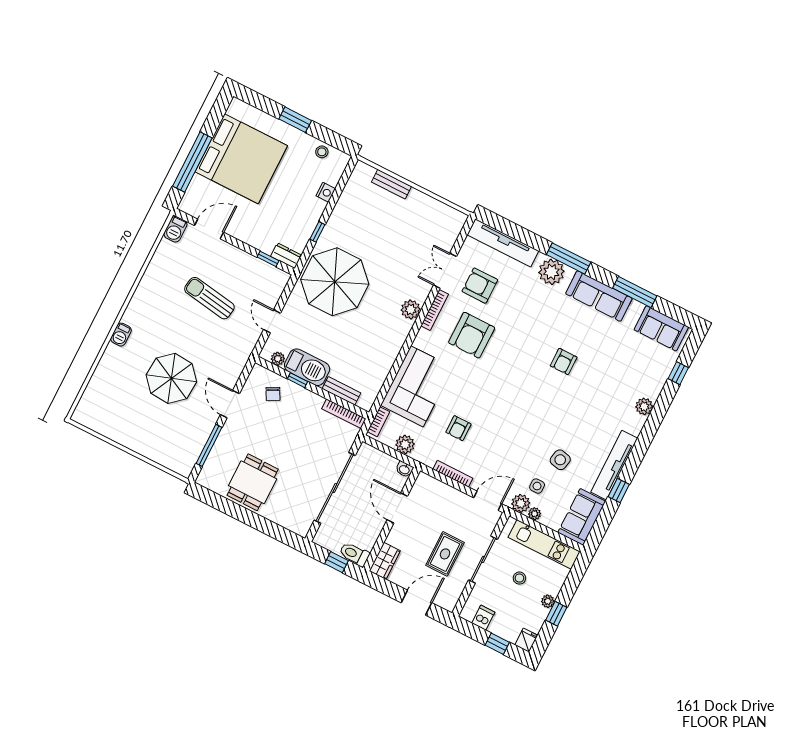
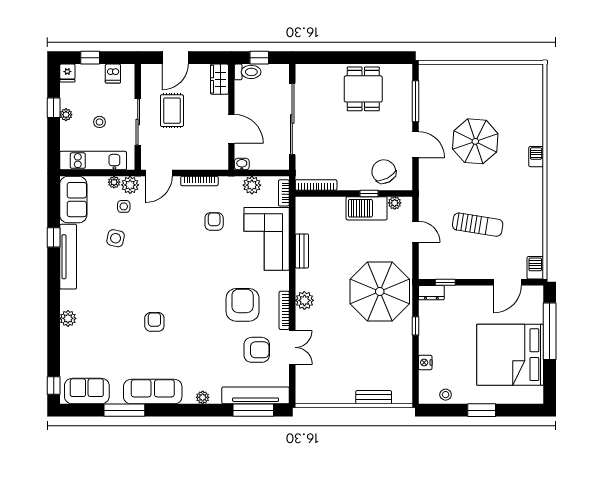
window: (569, 258) -> (253, 410), moved
plant: (551, 272) -> (203, 397), width x0.53, depth x0.53
window: (678, 373) -> (54, 385), moved
bench: (341, 391) -> (302, 251), moved, turned 90
chair: (273, 394) -> (384, 171), width x1.87, depth x1.87

